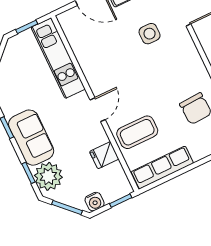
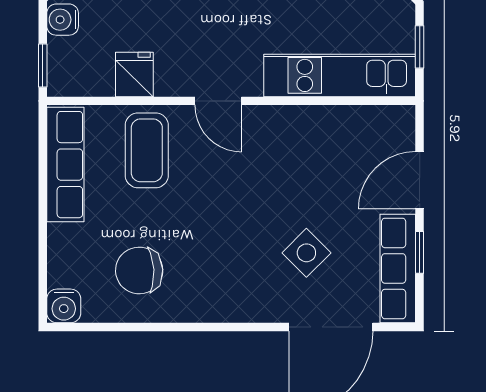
side table: (150, 34) -> (306, 253), turned 45

